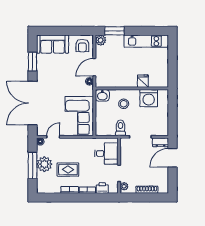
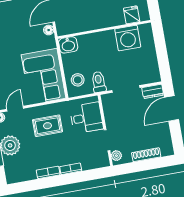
fridge: (143, 81) -> (132, 15), moved
stool: (124, 104) -> (78, 80), moved
rug: (68, 170) -> (48, 126), moved
printer: (102, 188) -> (89, 163), removed

